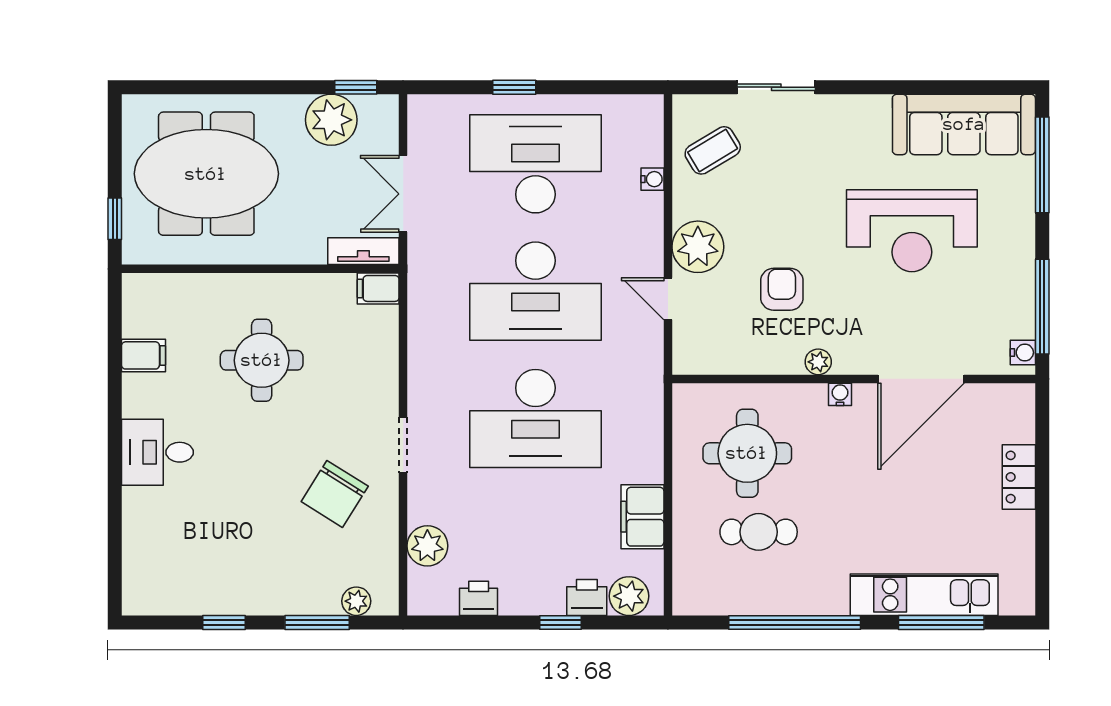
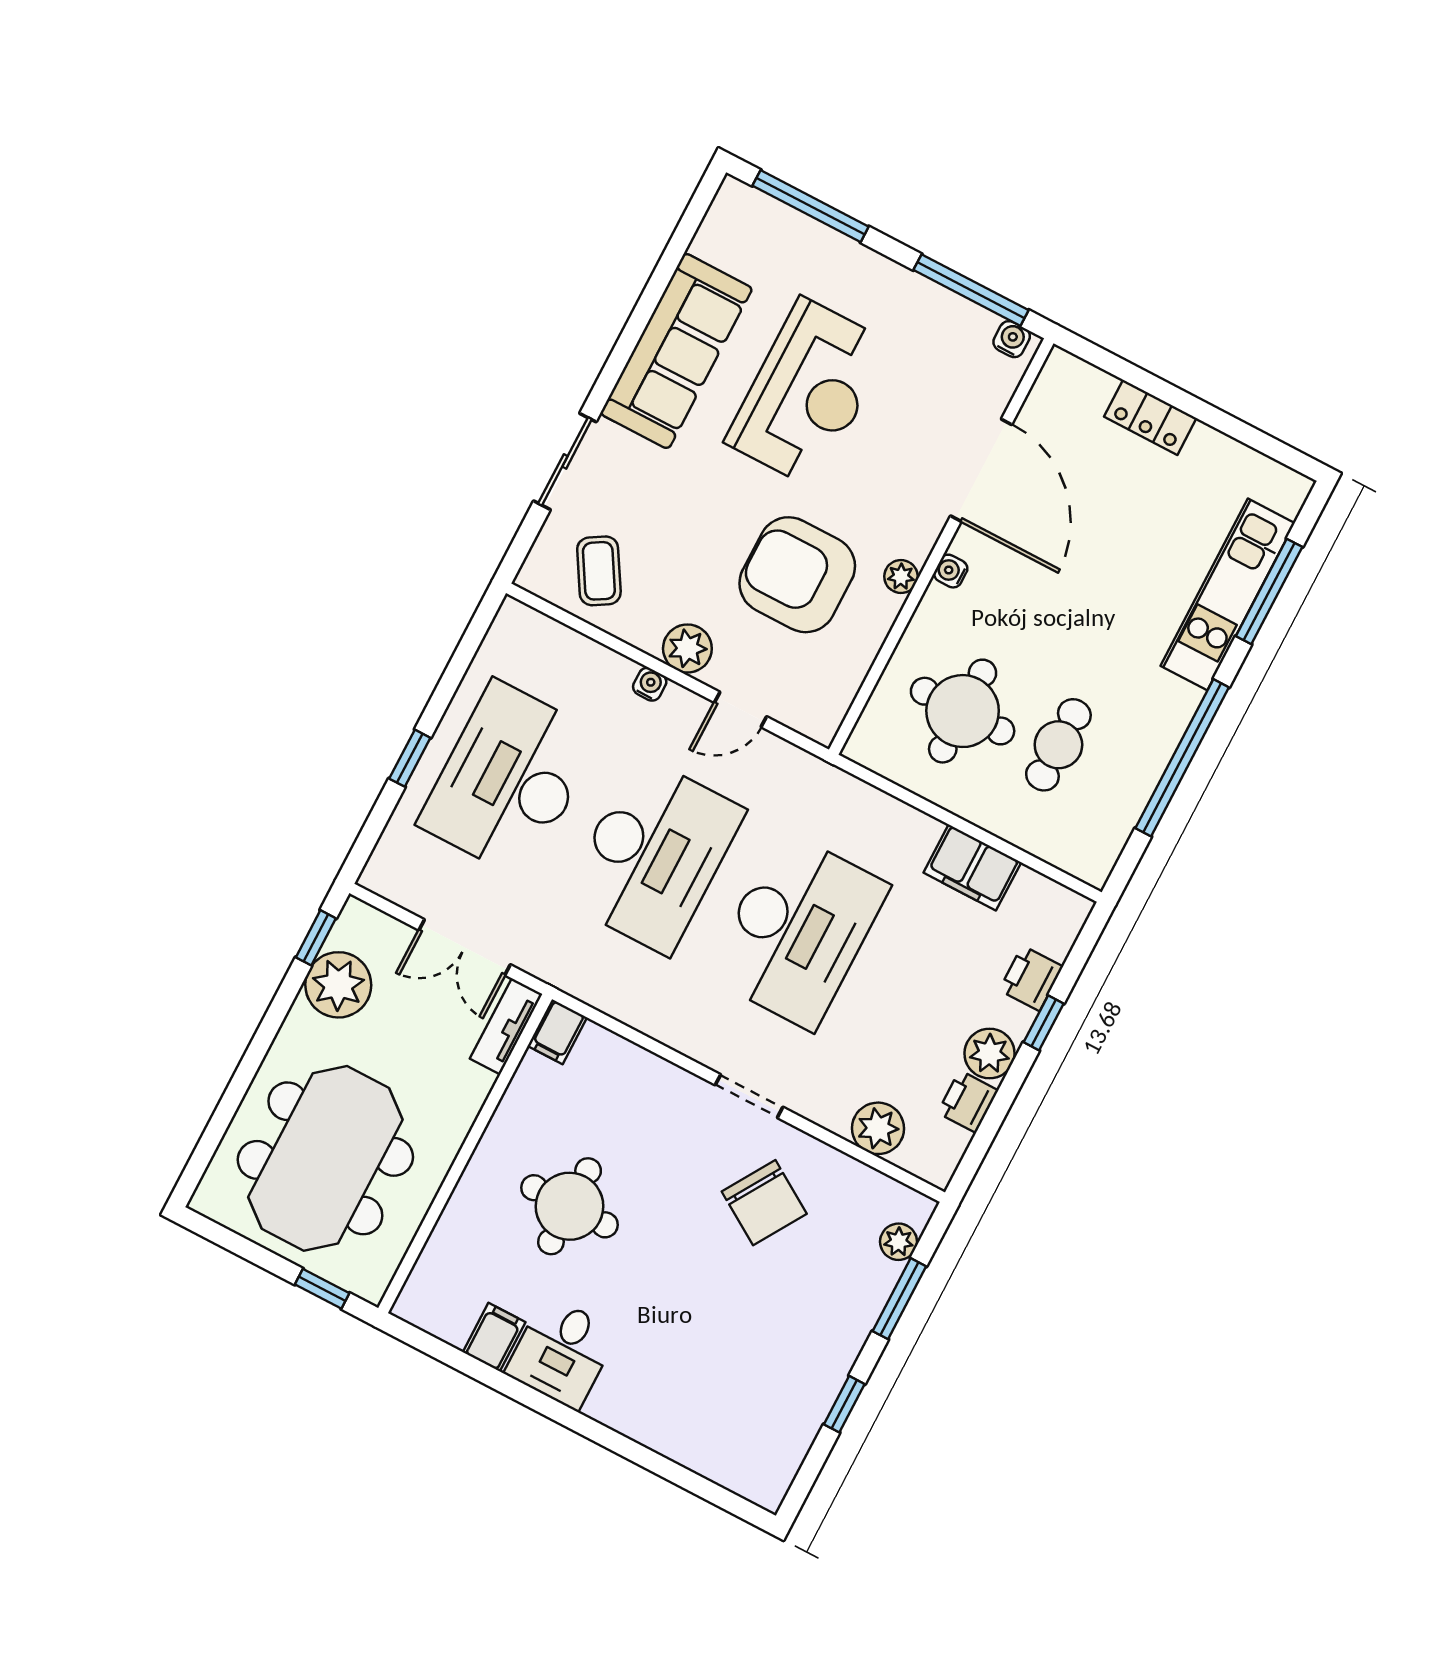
sofa: (964, 124) -> (676, 351), moved
water cooler: (652, 179) -> (650, 684), moved
plant: (698, 247) -> (687, 648), width x0.73, depth x0.73
armchair: (782, 289) -> (797, 575), width x1.88, depth x1.88
desk: (157, 452) -> (562, 1352), moved
plant: (629, 596) -> (990, 1053), moved

